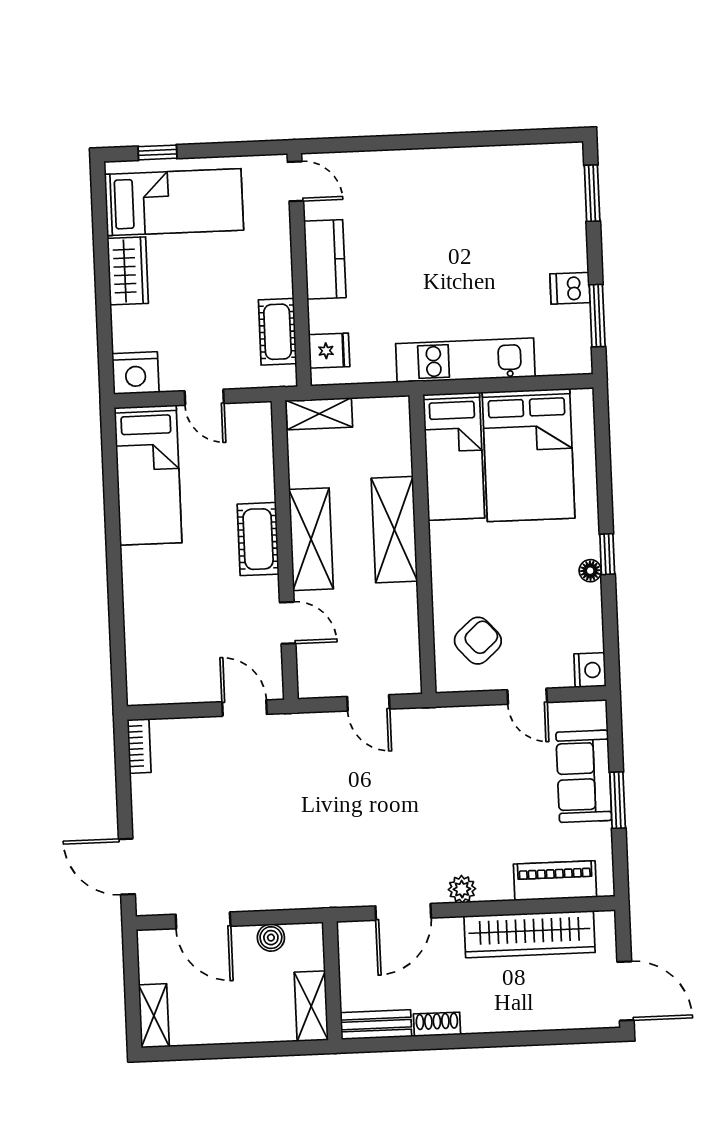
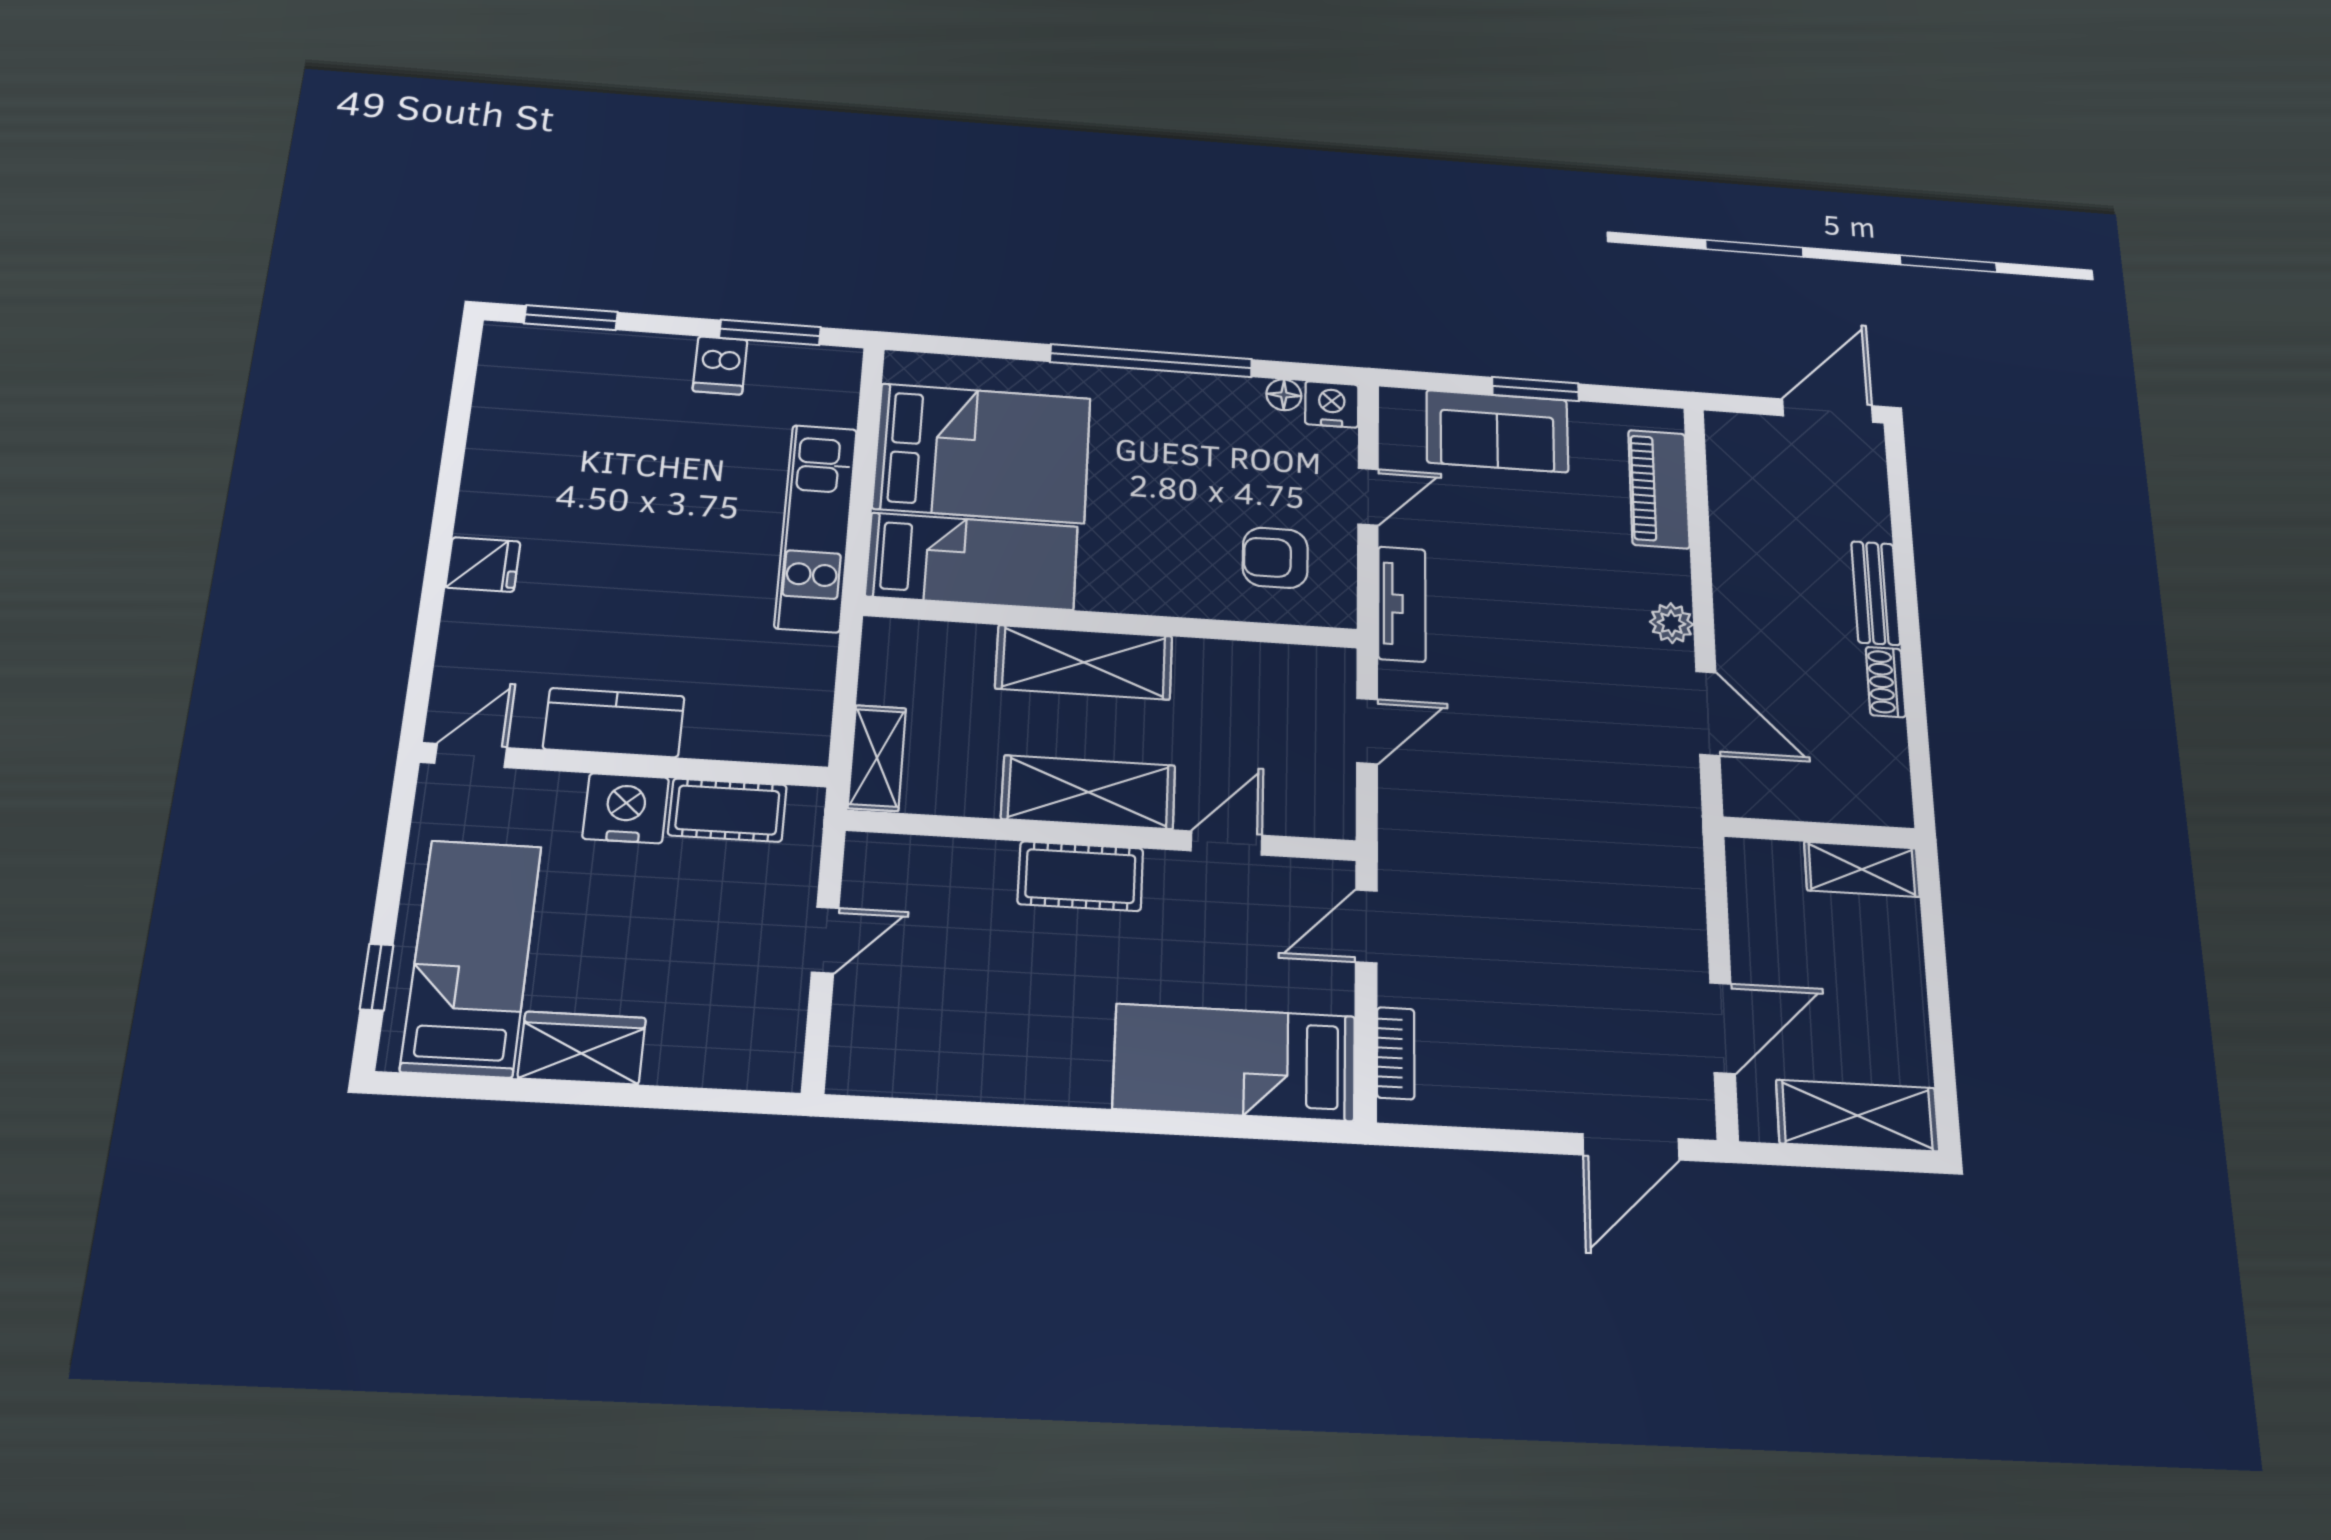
fridge: (329, 351) -> (483, 564), moved, turned 90
nightstand: (135, 373) -> (626, 808), moved, turned -90
bed: (148, 475) -> (1235, 1062), moved, turned 180
window: (607, 554) -> (1151, 361), width x3.17
floor lamp: (590, 571) -> (1284, 395), moved
armchair: (478, 641) -> (1275, 558), turned -48
tv unit: (456, 720) -> (1402, 604), added
bookcase: (139, 746) -> (1396, 1053), moved, turned 90
wardrobe: (530, 934) -> (1742, 534), removed
boiler: (271, 938) -> (1751, 921), removed
shelving: (154, 1016) -> (1857, 1116), width x1.50, depth x1.33
bench: (376, 1025) -> (1876, 593), moved

